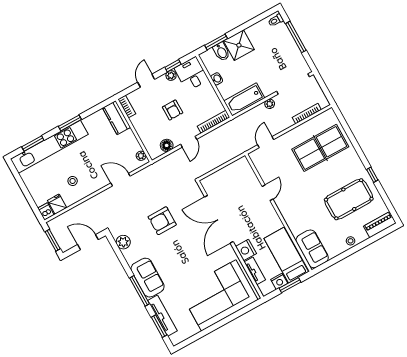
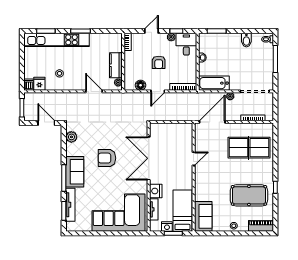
shower: (239, 45) -> (231, 42), removed
bidet: (221, 52) -> (246, 40), moved
kitchen counter: (116, 118) -> (116, 65), moved
door: (266, 142) -> (212, 122), width x1.87
armchair: (162, 221) -> (107, 158), moved

